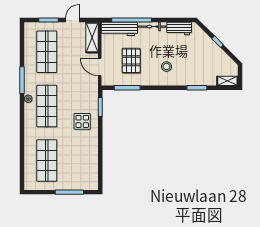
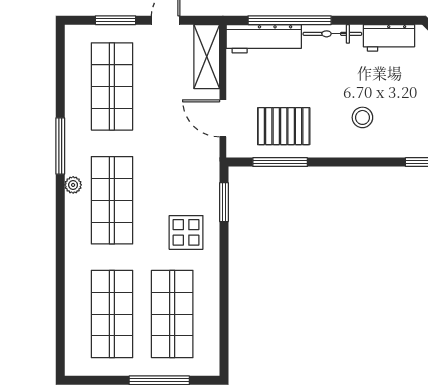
pallet: (131, 61) -> (284, 126), moved, turned 90
shop shelf: (76, 160) -> (172, 314), added

